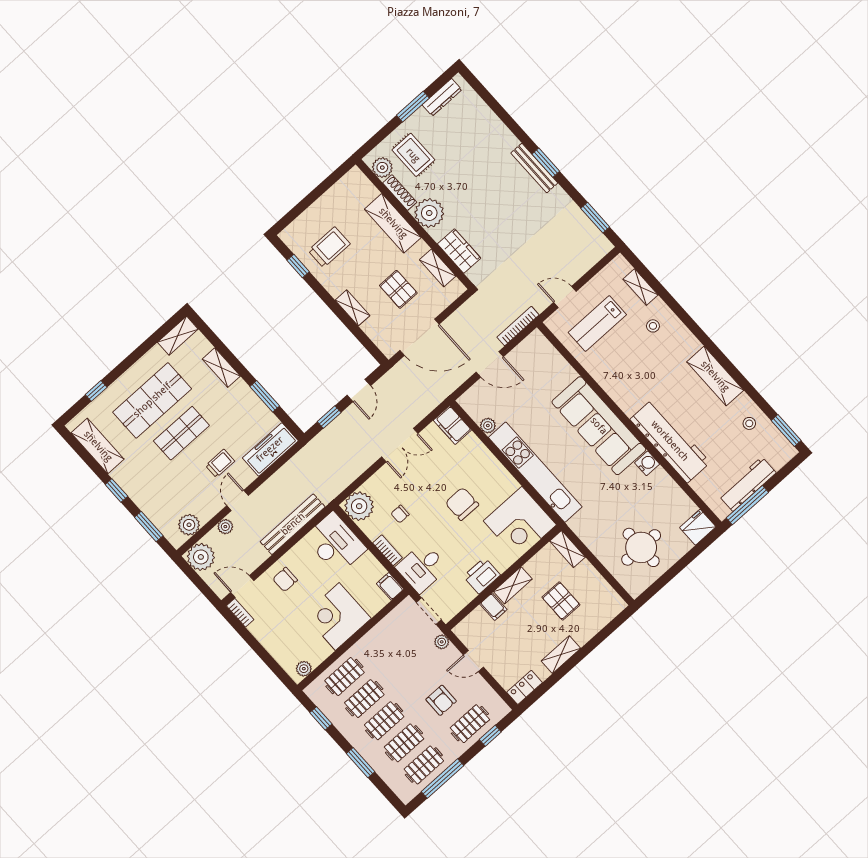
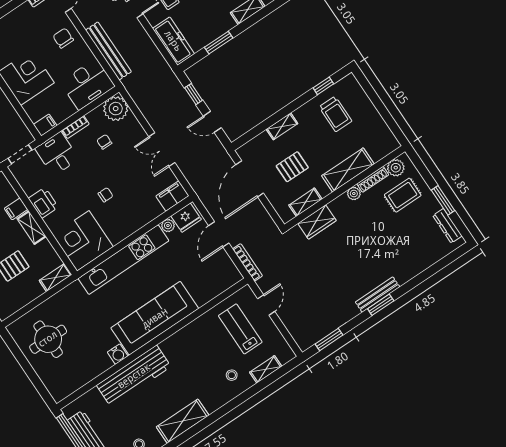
plant: (429, 213) -> (354, 194), width x0.53, depth x0.53
chair: (462, 504) -> (106, 195), width x0.54, depth x0.54
fridge: (698, 527) -> (186, 218), moved, turned 90

